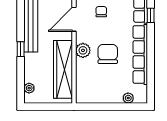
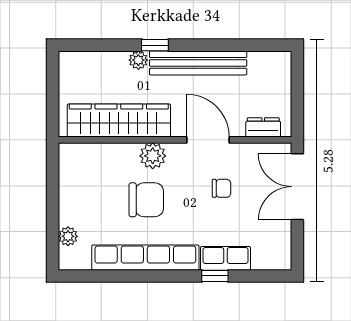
plant: (29, 88) -> (138, 60), moved

